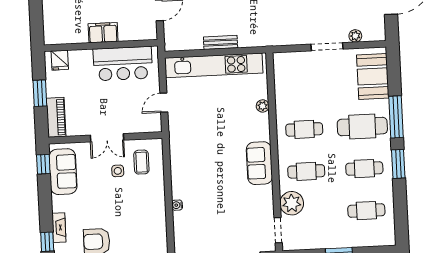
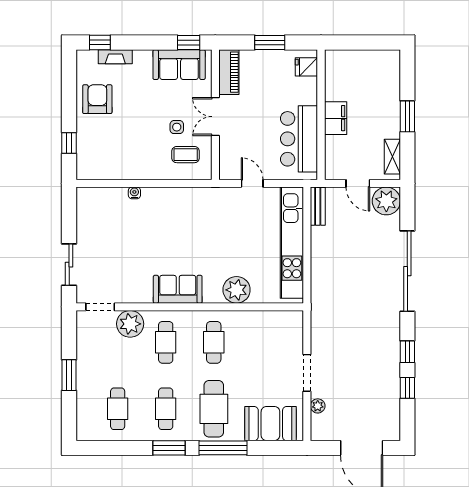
bench: (221, 42) -> (318, 206), moved
plant: (263, 106) -> (237, 290), width x1.88, depth x1.88
piano: (56, 117) -> (229, 72), moved, turned -90

